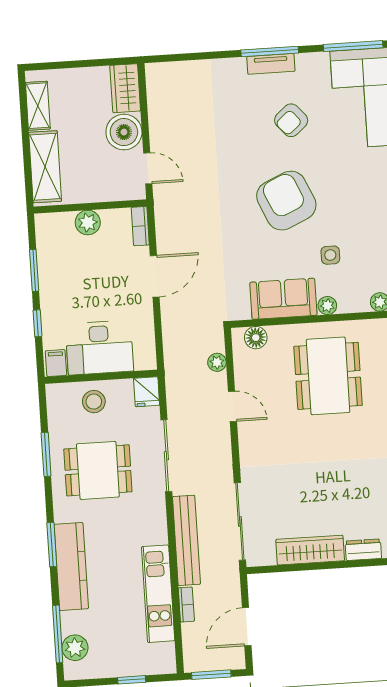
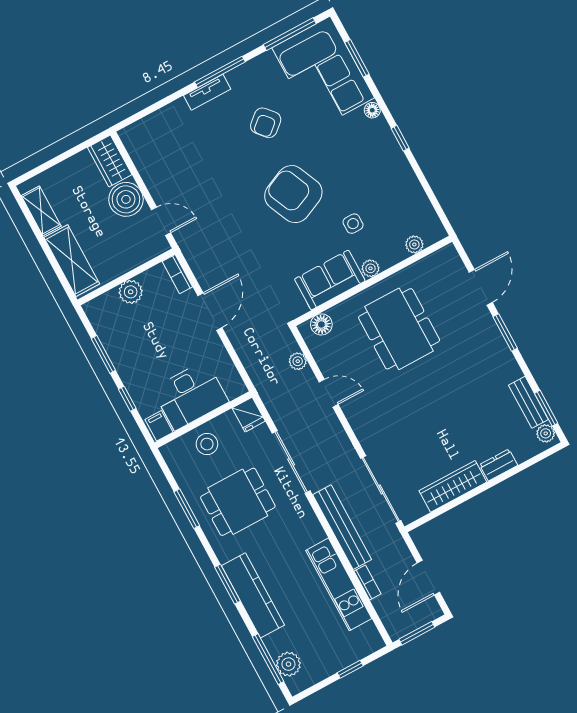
tv unit: (271, 64) -> (207, 92), moved

